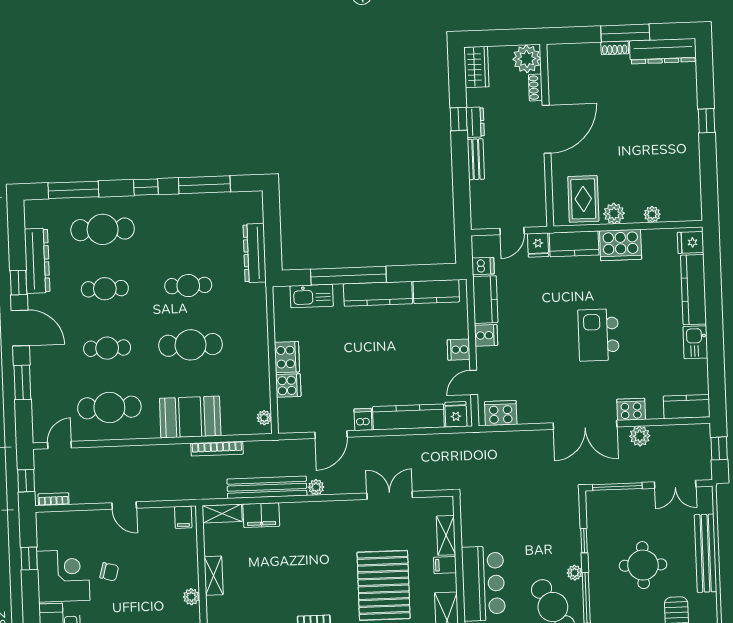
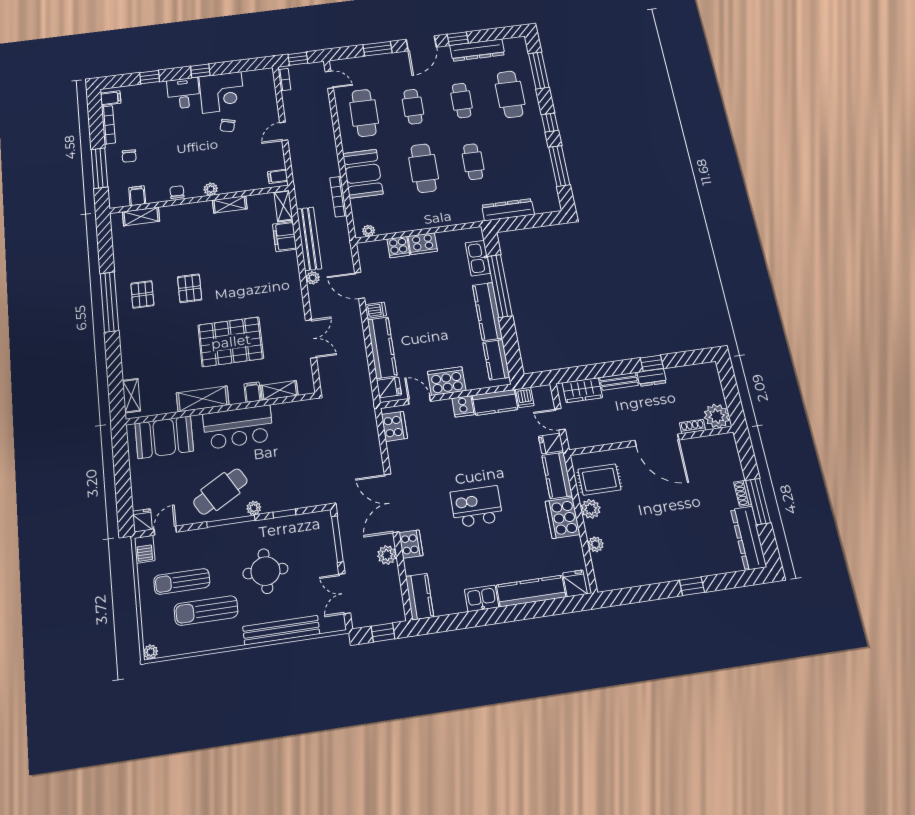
wardrobe: (476, 67) -> (582, 390), moved
cooker: (459, 350) -> (447, 381), width x1.87, depth x1.31
window: (29, 559) -> (200, 71), moved

